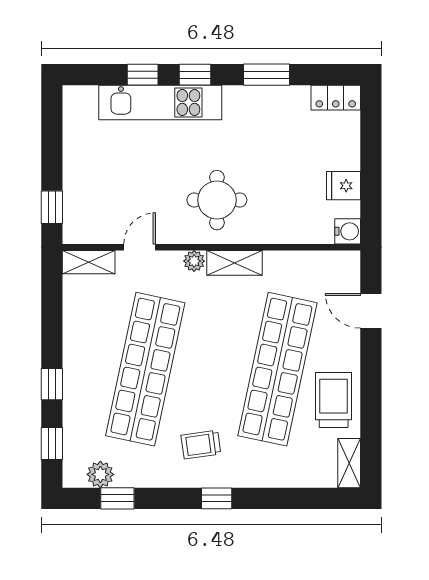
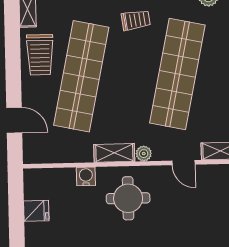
water cooler: (348, 231) -> (86, 176), moved, turned 90
door: (140, 247) -> (183, 163), hinge flipped

